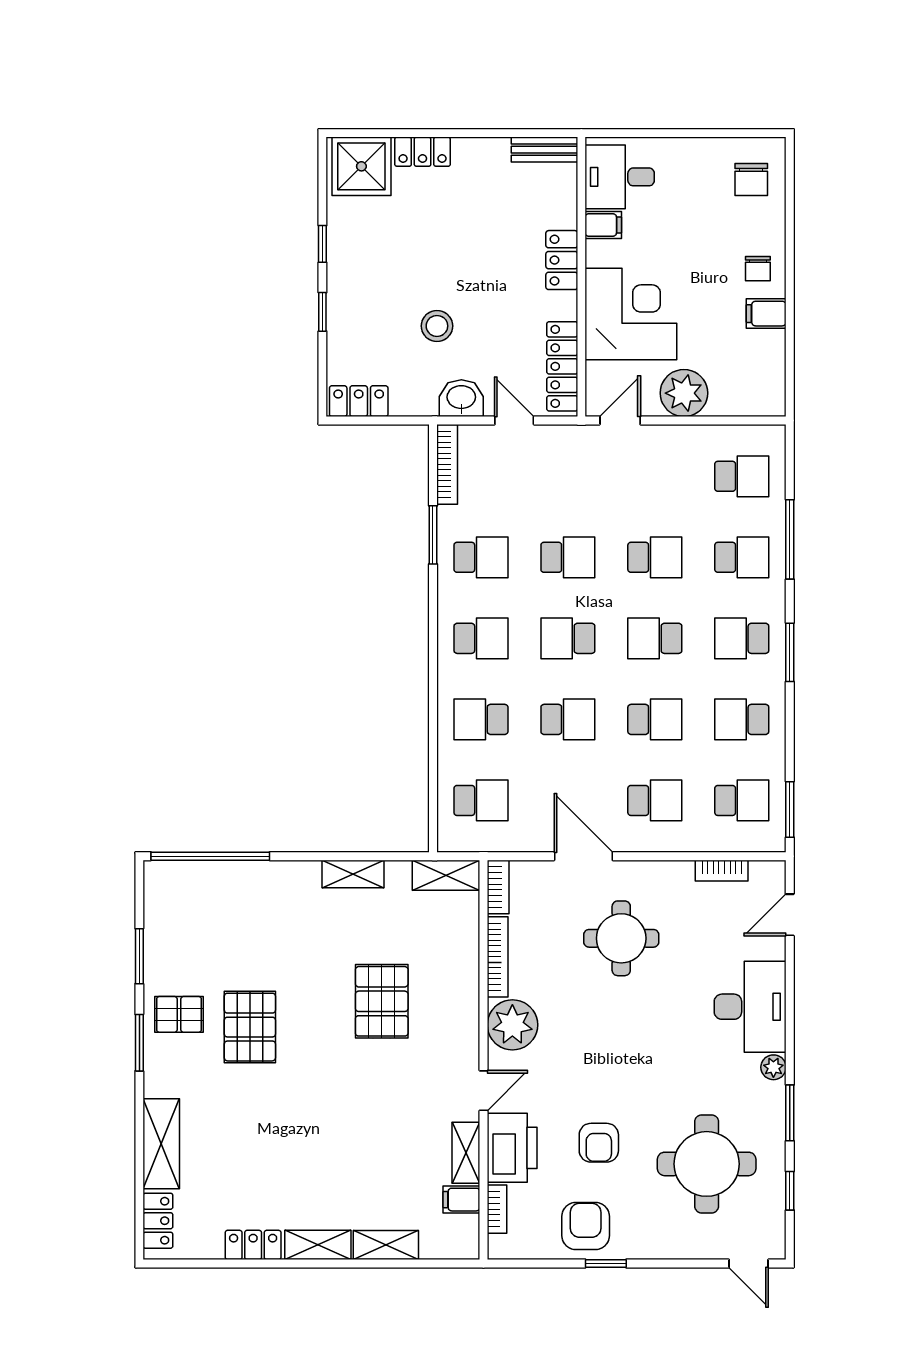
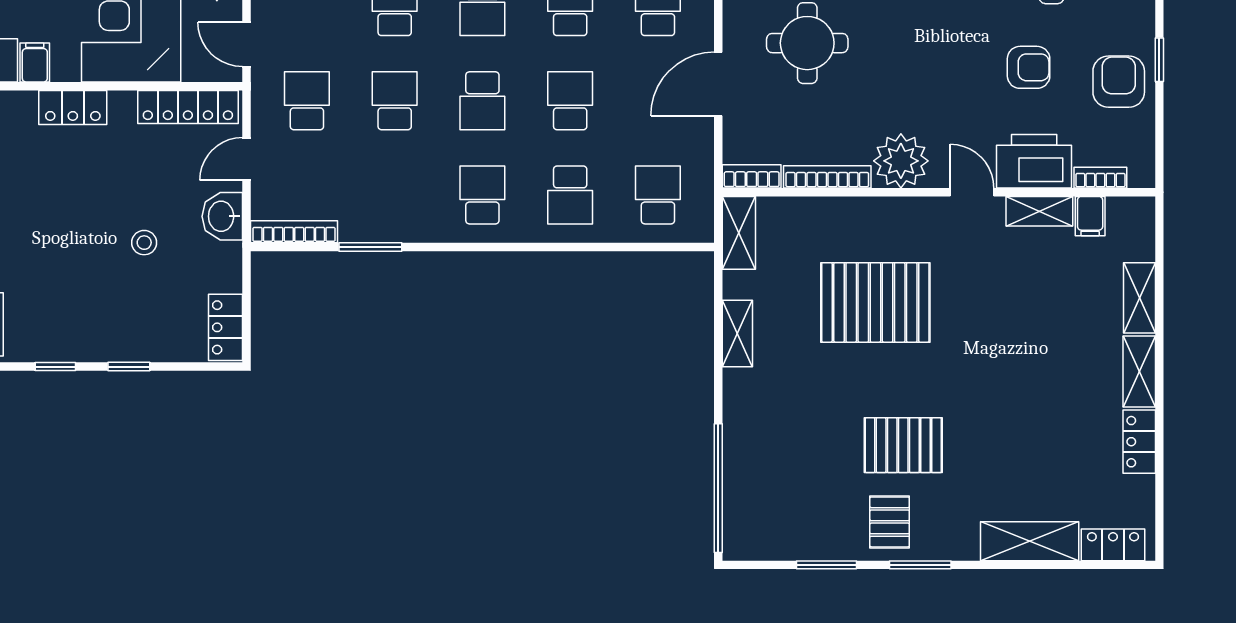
stool: (437, 326) -> (144, 243), width x0.73, depth x0.73
school desk: (481, 557) -> (307, 101), moved
pallet: (382, 1001) -> (875, 302), width x1.37, depth x1.41
armchair: (586, 1226) -> (1119, 82), turned 90

